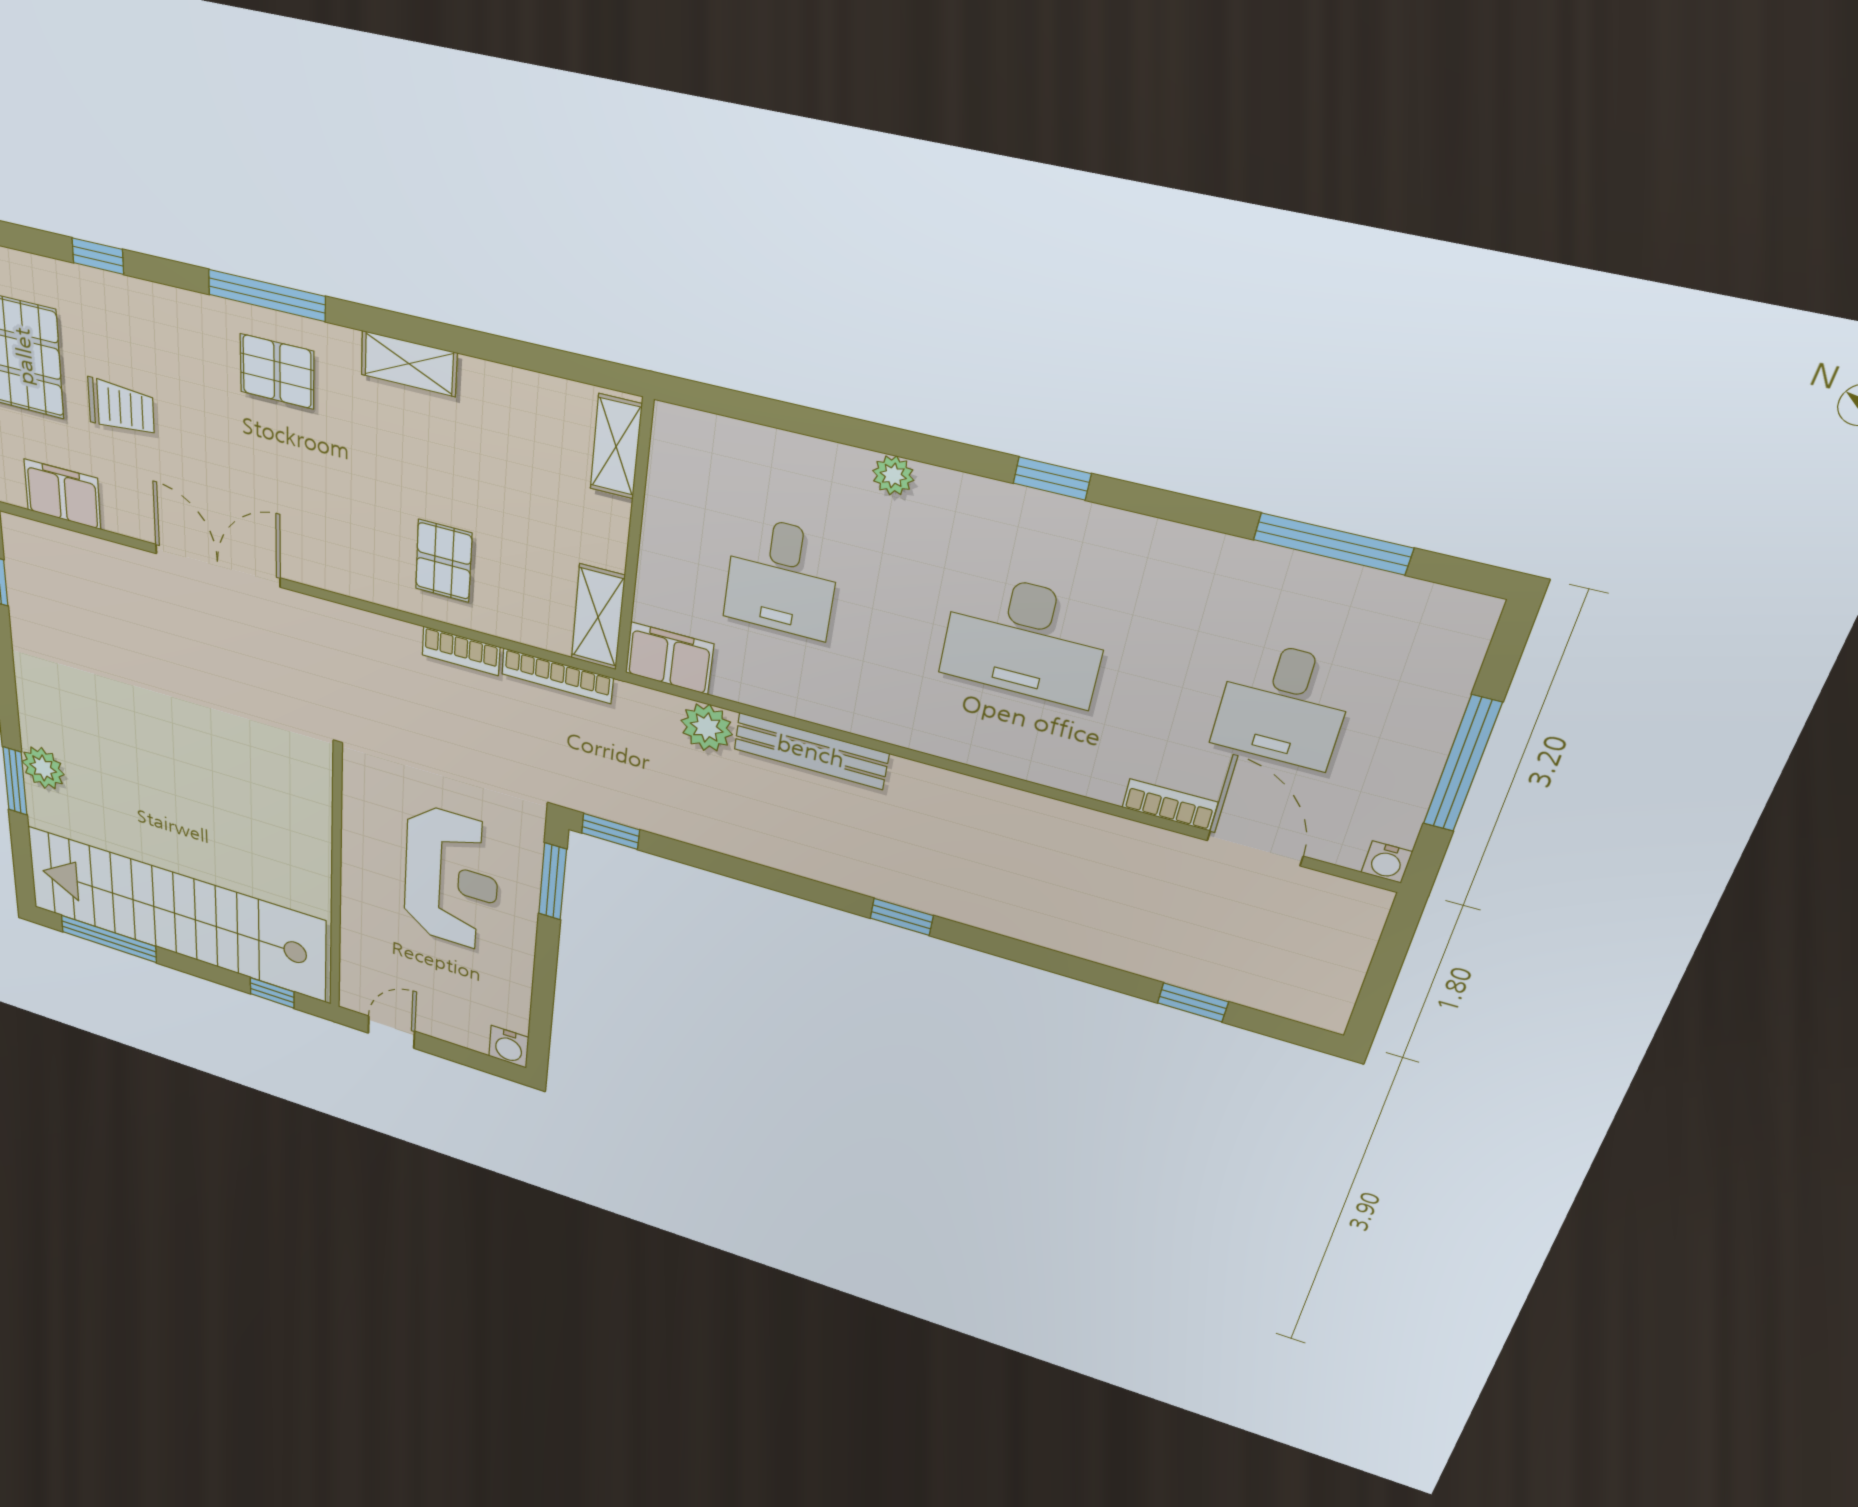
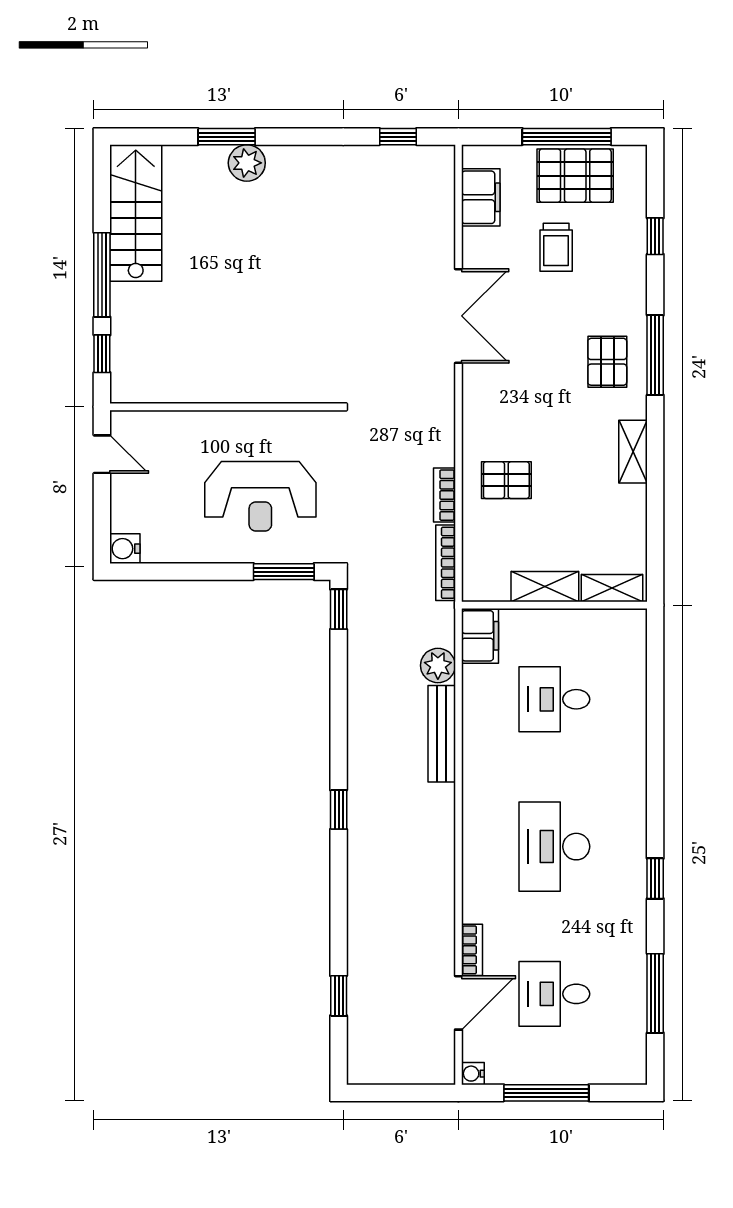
plant: (893, 475) -> (635, 755), removed
window: (1052, 478) -> (655, 878), moved
shelving: (598, 617) -> (545, 587), moved
stairs: (176, 914) -> (136, 213), width x0.54, depth x0.66
window: (109, 939) -> (102, 275), moved

